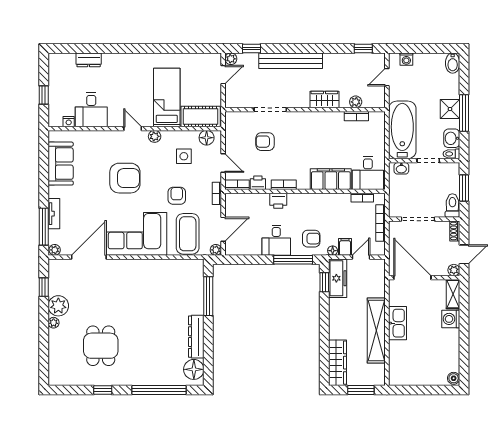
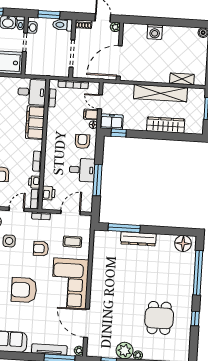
washbasin: (401, 168) -> (32, 27), moved
armchair: (125, 178) -> (24, 290), turned -90
printer: (278, 201) -> (48, 193), moved
tv unit: (54, 214) -> (49, 349), width x1.41
door: (223, 229) -> (71, 213), hinge flipped
coffee table: (188, 234) -> (72, 242), width x0.54, depth x0.58
plant: (216, 250) -> (87, 220), removed
window: (293, 260) -> (97, 180), moved
freezer: (338, 278) -> (112, 122), width x0.71
shelving: (453, 294) -> (182, 79), moved
kitchen sink: (397, 323) -> (155, 75), removed
dresser: (196, 337) -> (138, 239), moved
dining table: (101, 346) -> (159, 318), turned 90
wardrobe: (338, 363) -> (166, 125), moved

